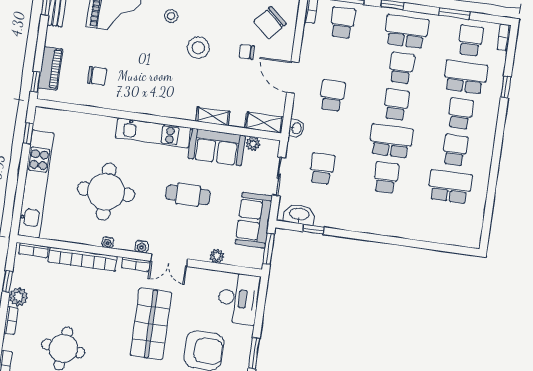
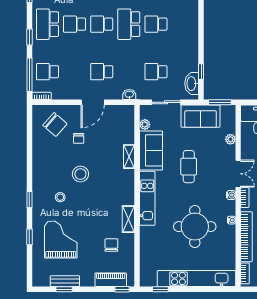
shelving: (264, 123) -> (128, 219), moved

